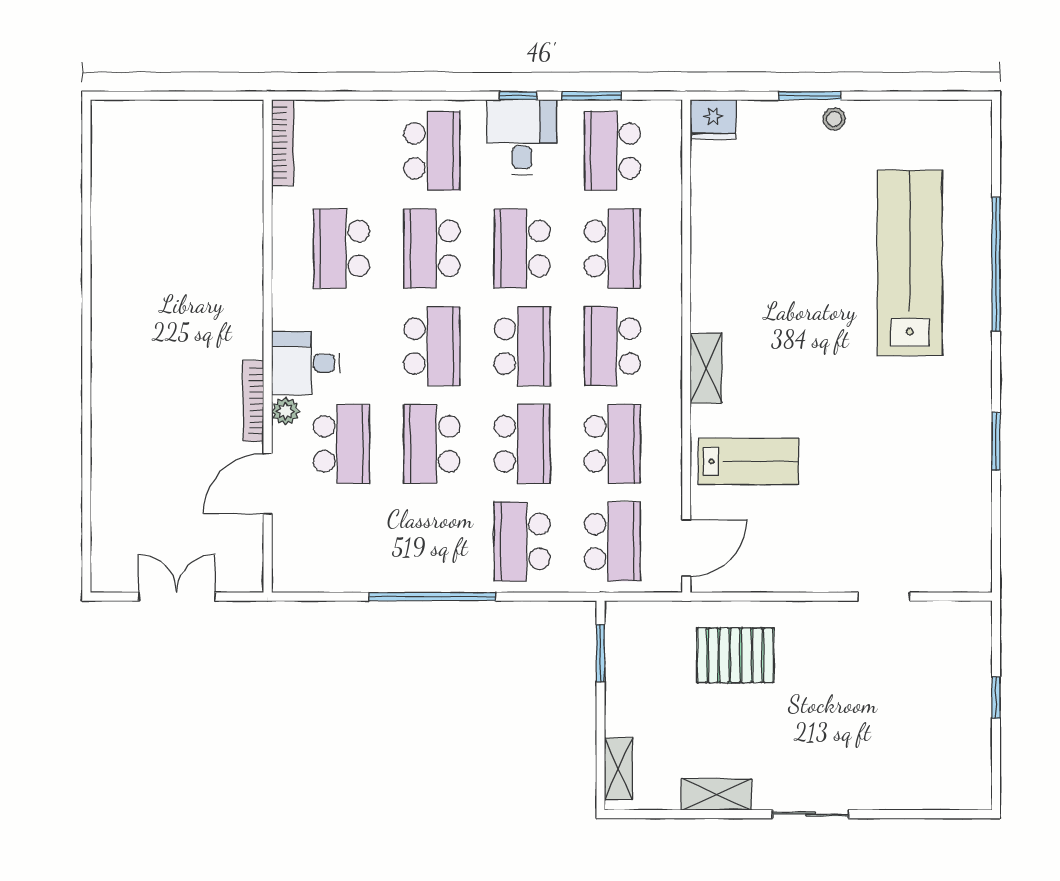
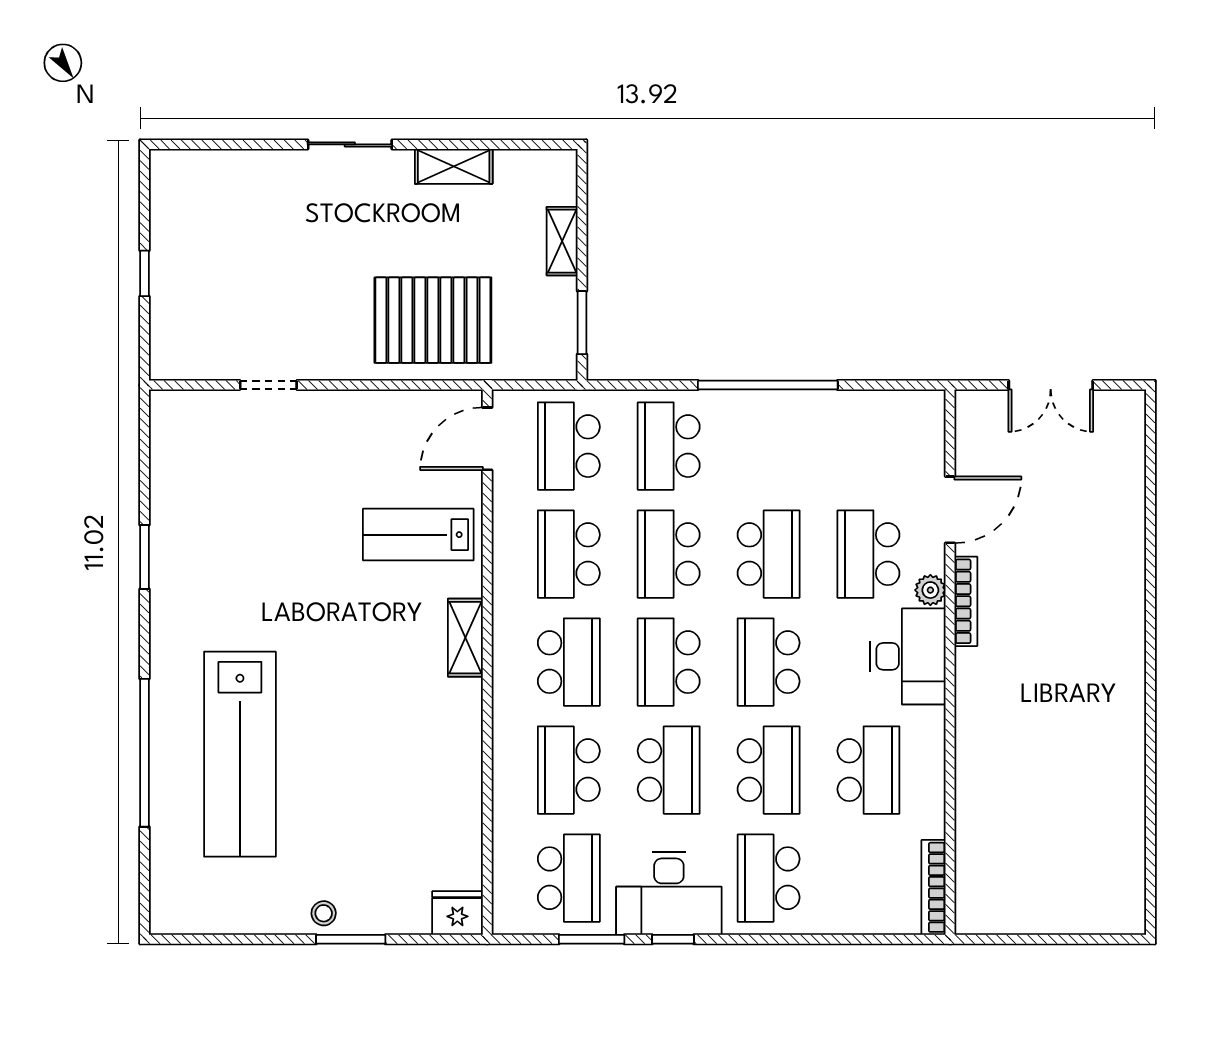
desk: (522, 137) -> (669, 893), width x1.37
desk: (306, 363) -> (908, 656), width x1.37
school desk: (522, 541) -> (669, 446), turned 180
pallet: (735, 655) -> (433, 320), width x1.37, depth x1.41
shelving: (618, 769) -> (562, 241), moved

